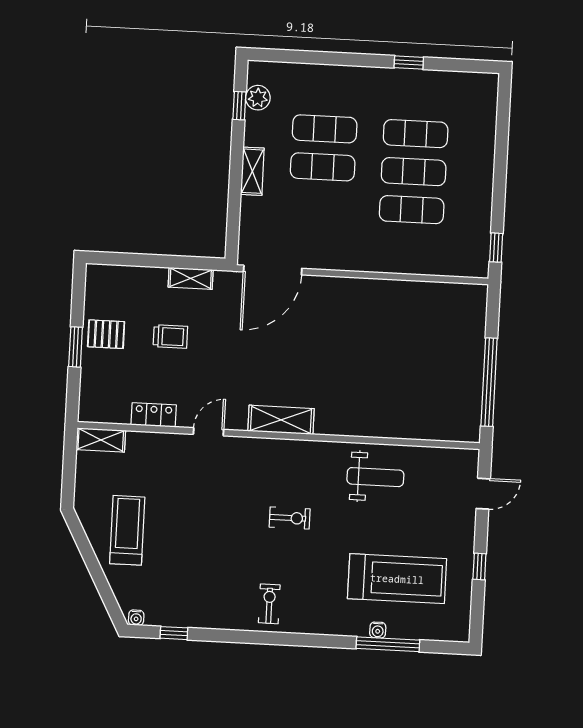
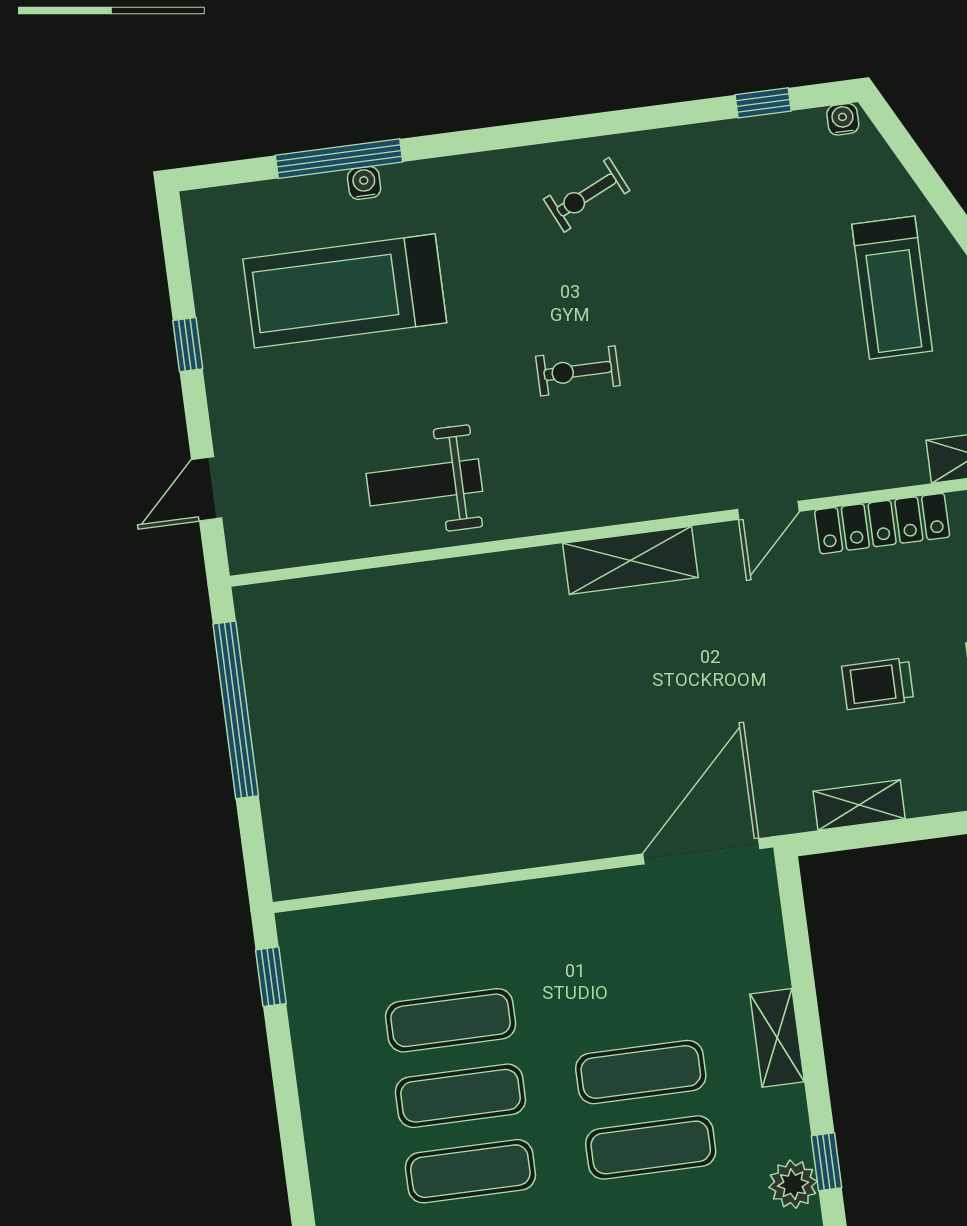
locker: (154, 415) -> (882, 524), width x1.53
exercise bike: (269, 604) -> (587, 195), turned 65

